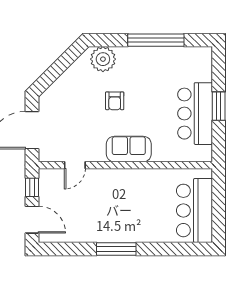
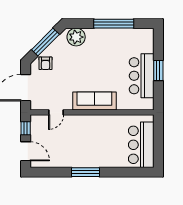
window: (60, 66) -> (45, 42), added
armchair: (115, 101) -> (45, 63), moved
sofa: (129, 149) -> (94, 101), width x1.36

